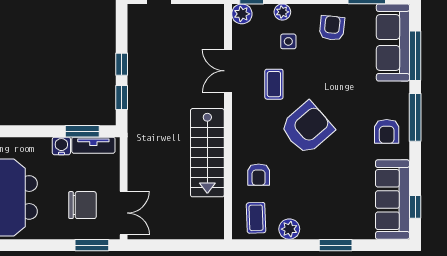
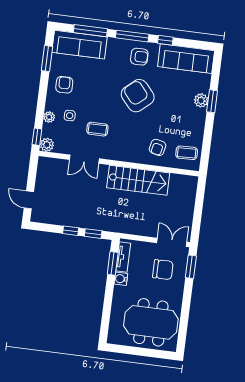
armchair: (332, 28) -> (64, 85), turned 83
armchair: (307, 128) -> (138, 96), moved
armchair: (259, 175) -> (158, 147), turned 102
chair: (82, 205) -> (163, 270), turned 90
window: (415, 207) -> (165, 40), moved
plant: (289, 229) -> (201, 100), moved

